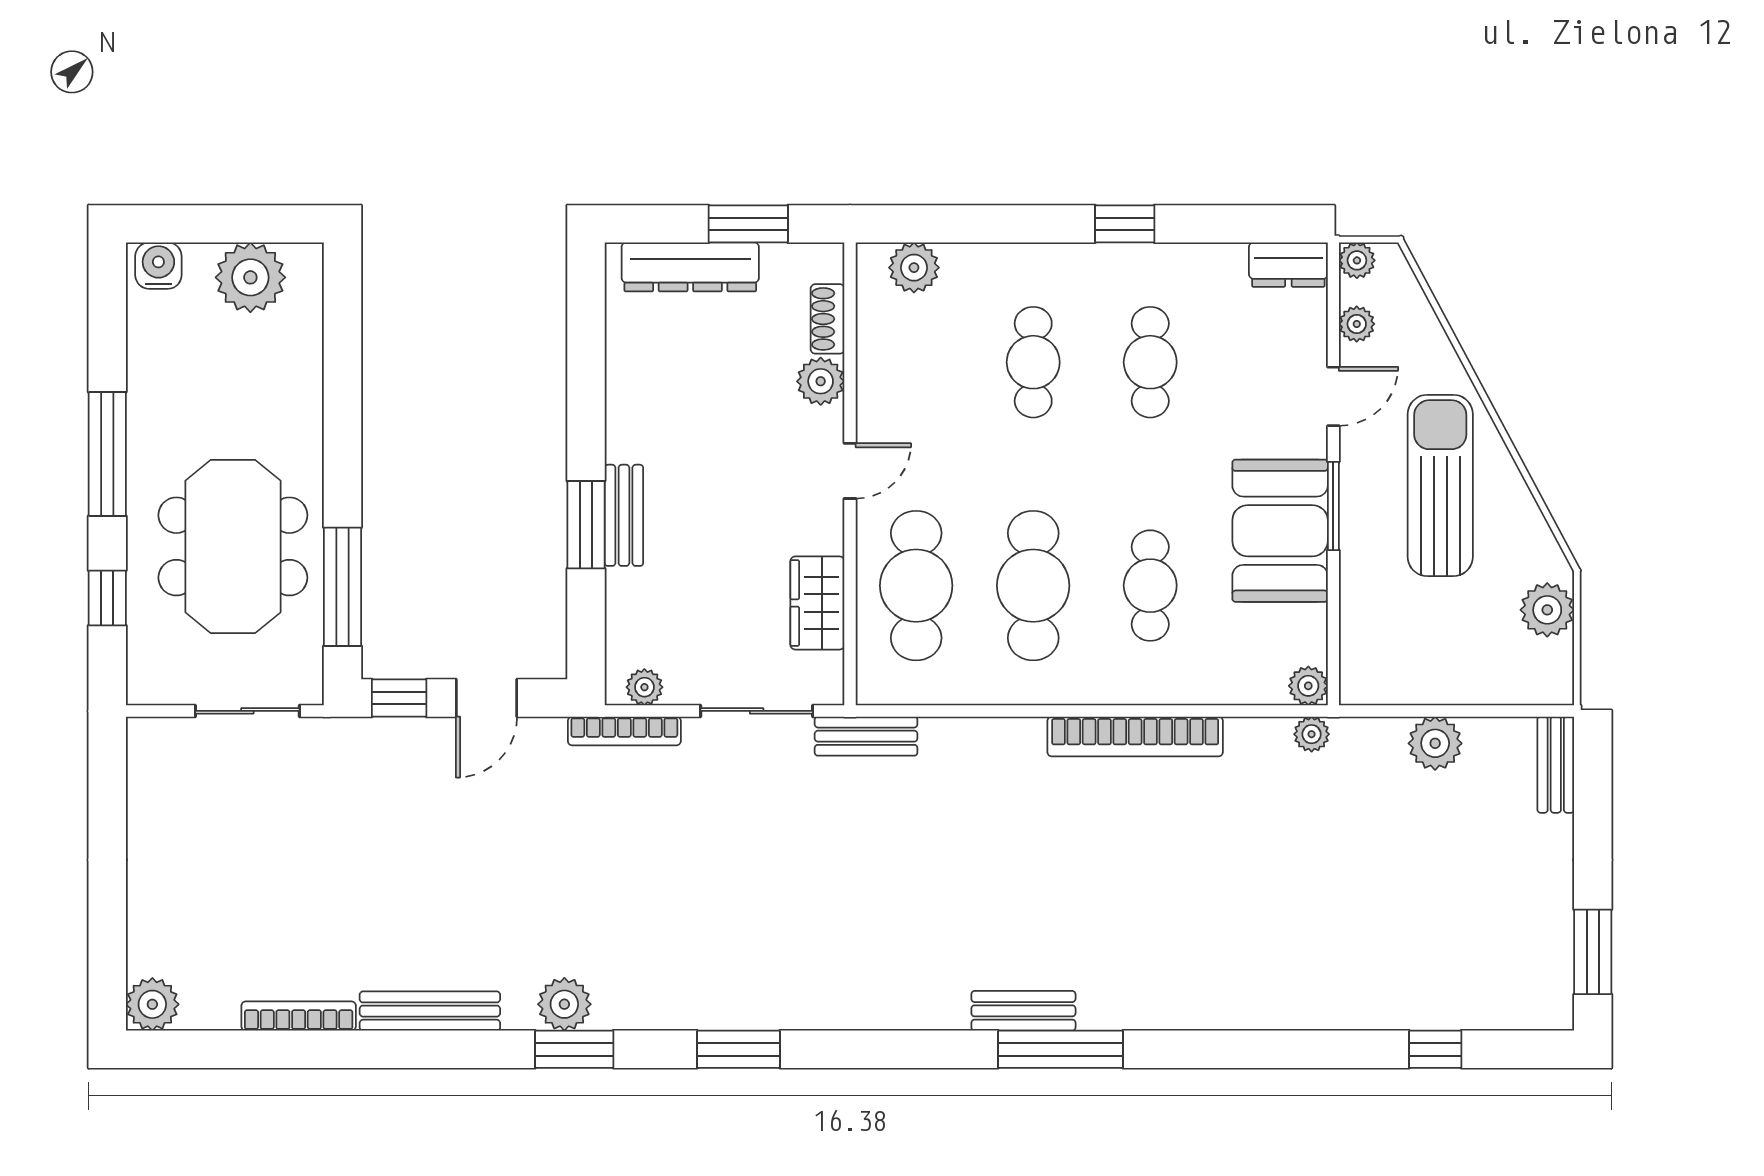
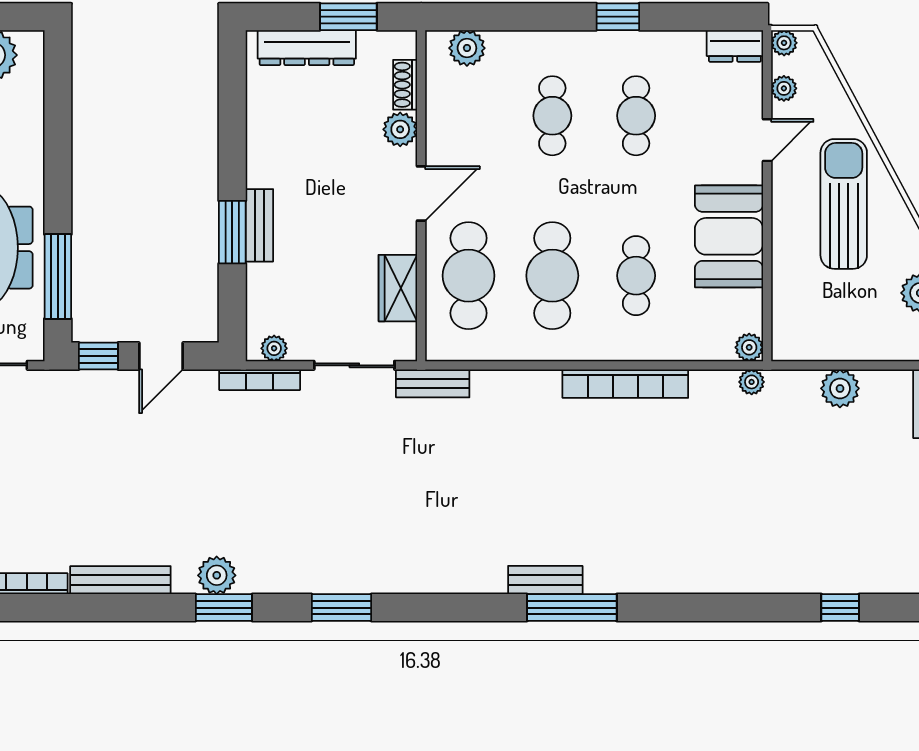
door: (850, 471) -> (421, 194), width x1.38
window: (1333, 506) -> (767, 219), removed

